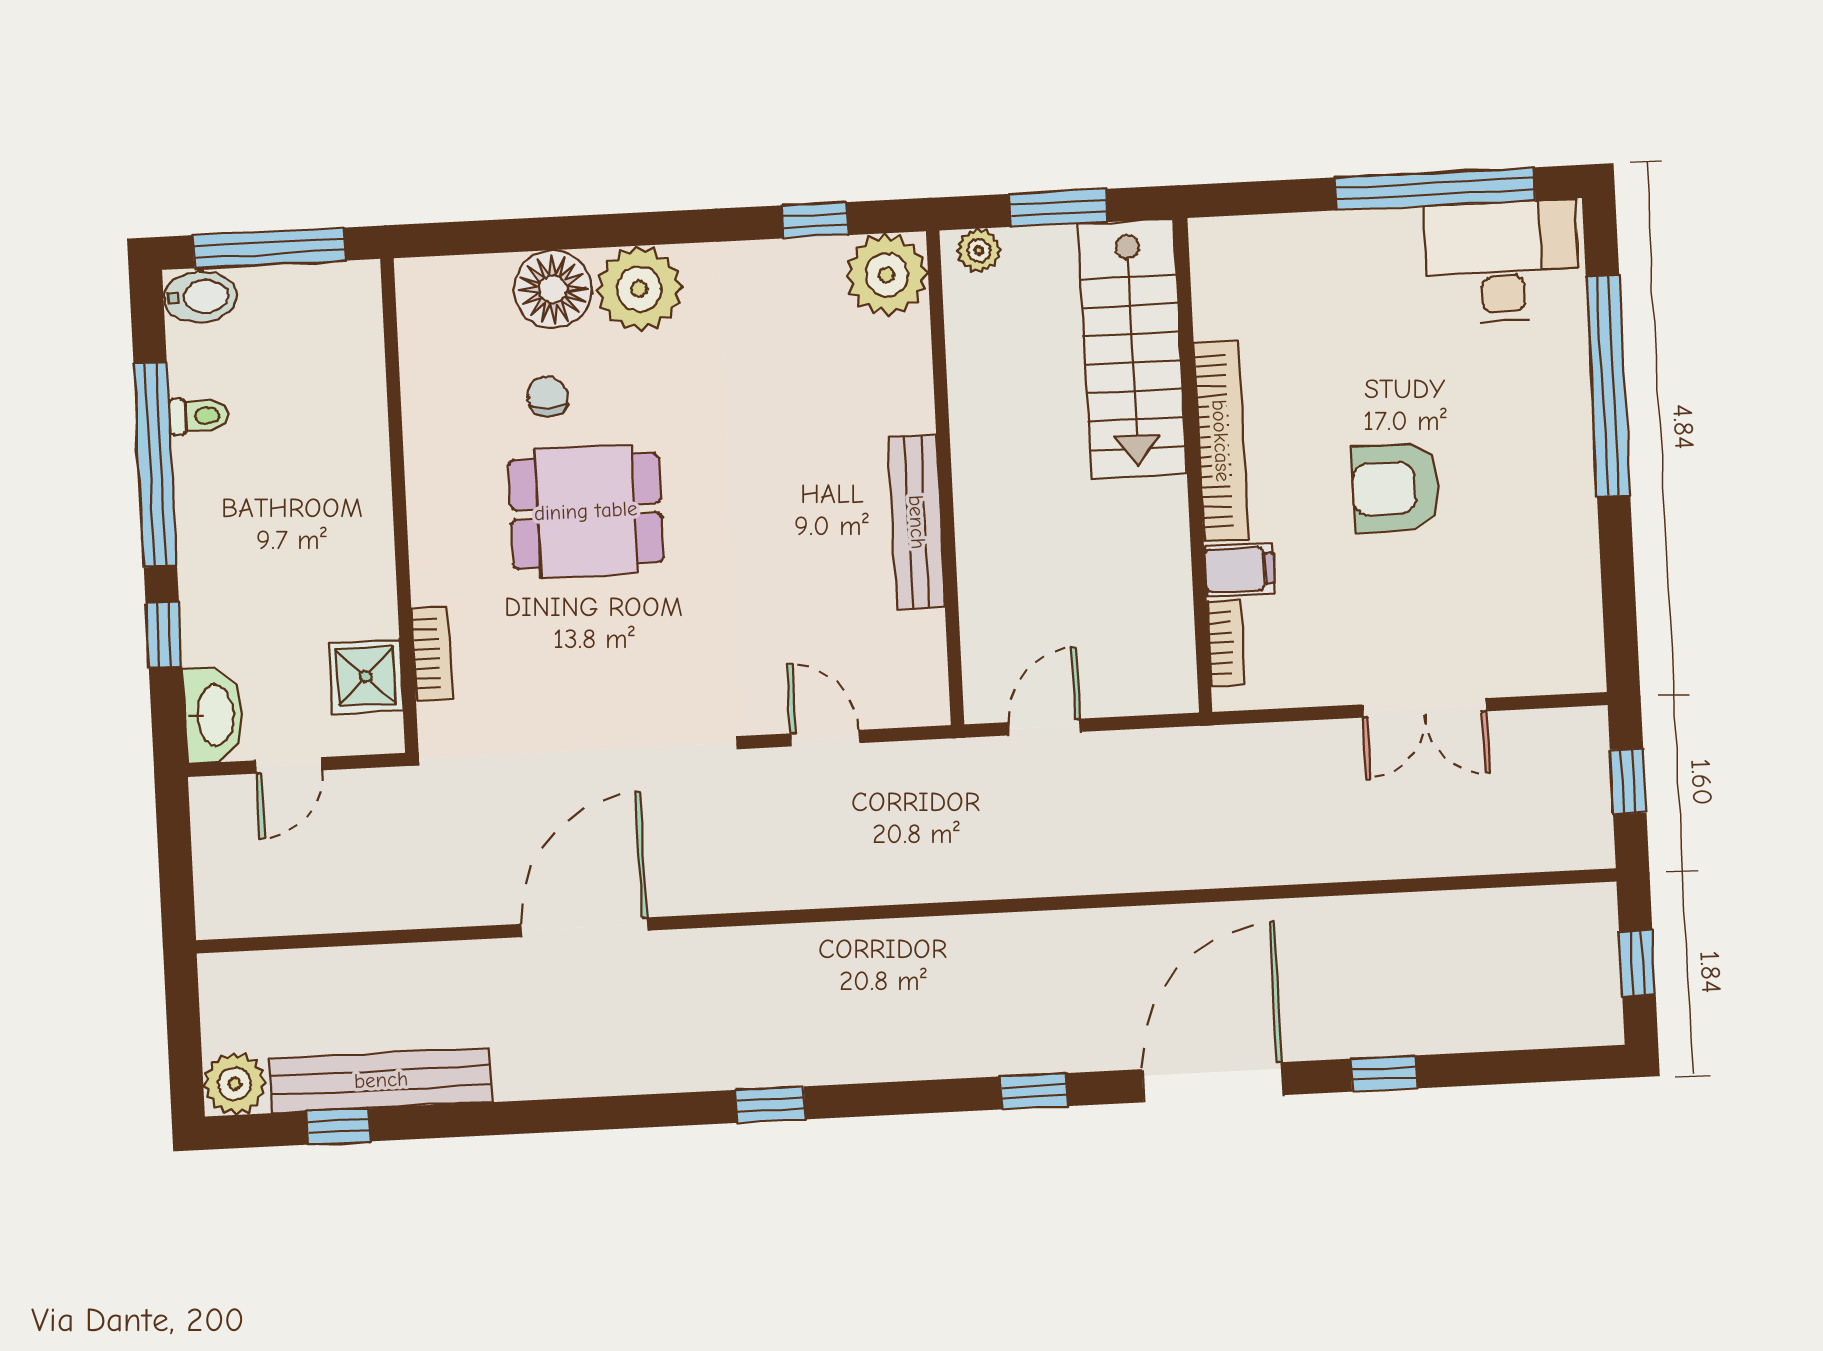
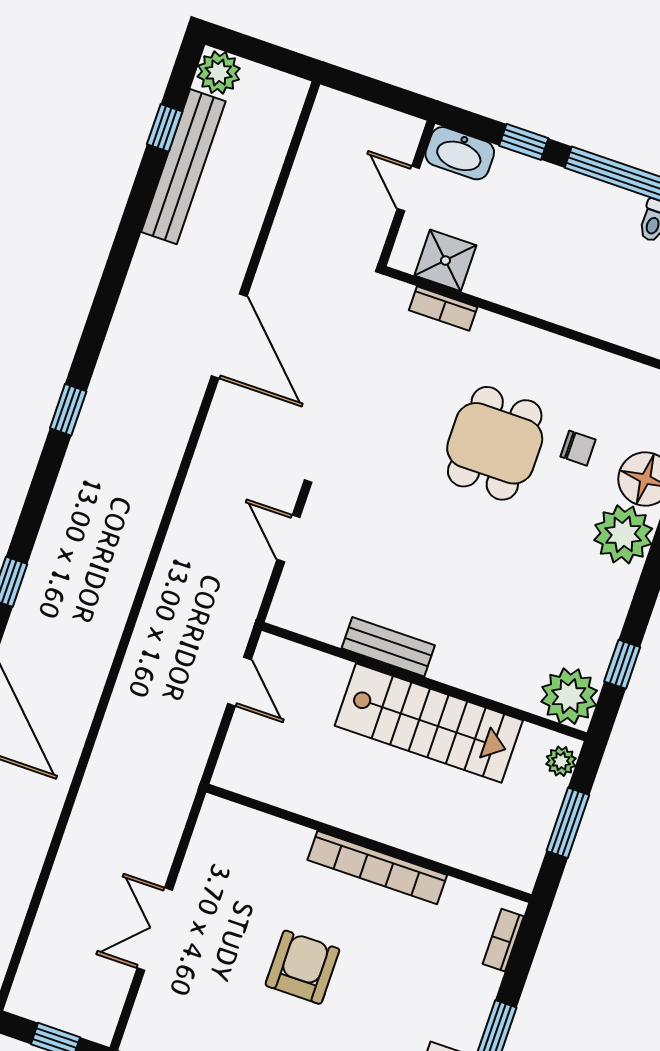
stairs: (1132, 349) -> (429, 723), moved, turned 180
bench: (917, 522) -> (388, 647), width x0.73
filing cabinet: (1239, 570) -> (290, 846), removed
bookcase: (1226, 643) -> (503, 940), moved, turned 90
door: (825, 738) -> (288, 539), swing flipped

